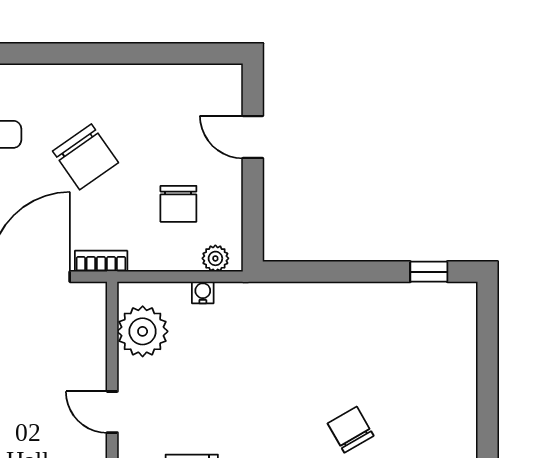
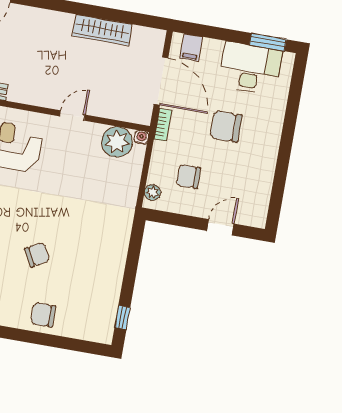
chair: (86, 157) -> (226, 126), turned 35
water cooler: (203, 292) -> (141, 137), moved, turned -90
chair: (447, 402) -> (43, 315), added

